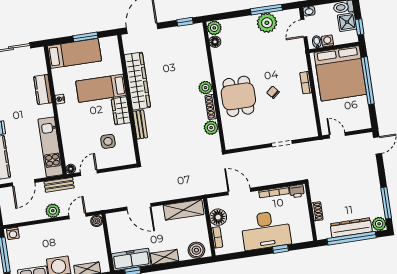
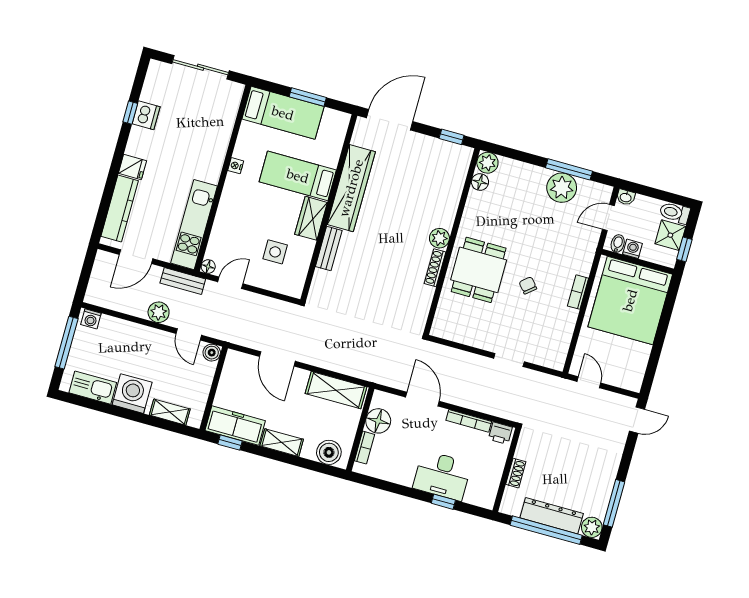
window: (368, 81) -> (663, 327), removed
kitchen counter: (43, 90) -> (218, 142), removed
plant: (211, 128) -> (423, 296), removed
door: (77, 216) -> (189, 334), swing flipped
desk: (266, 230) -> (442, 476), width x0.73, depth x0.77

